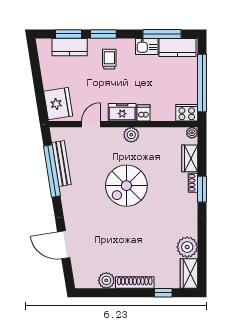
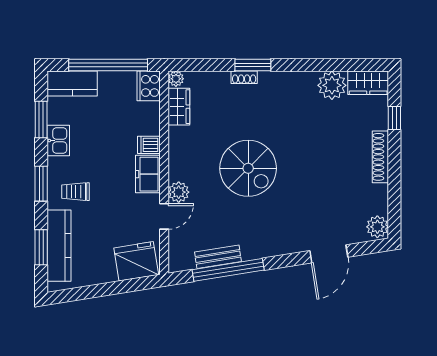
window: (103, 34) -> (41, 184), moved
window: (162, 34) -> (41, 120), width x0.69
kitchen counter: (70, 47) -> (59, 246), width x1.50
kitchen counter: (177, 48) -> (72, 83), moved, turned 90
door: (91, 124) -> (164, 216), swing flipped
plant: (131, 135) -> (179, 192), moved
wardrobe: (190, 158) -> (179, 107), moved, turned -90
bench: (62, 164) -> (218, 257), width x0.73
plant: (106, 280) -> (377, 227), moved

